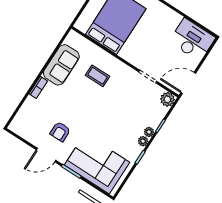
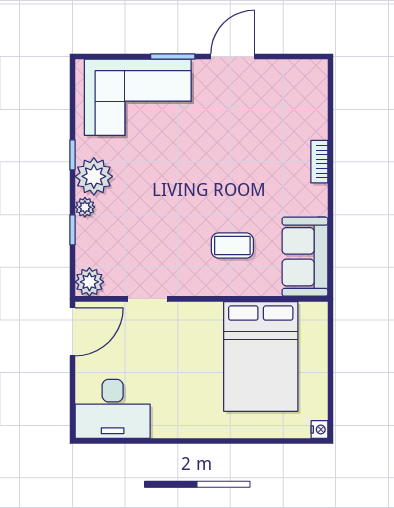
sofa: (61, 65) -> (305, 257), moved
armchair: (60, 132) -> (234, 111), removed
plant: (143, 141) -> (94, 176), width x1.88, depth x1.88

